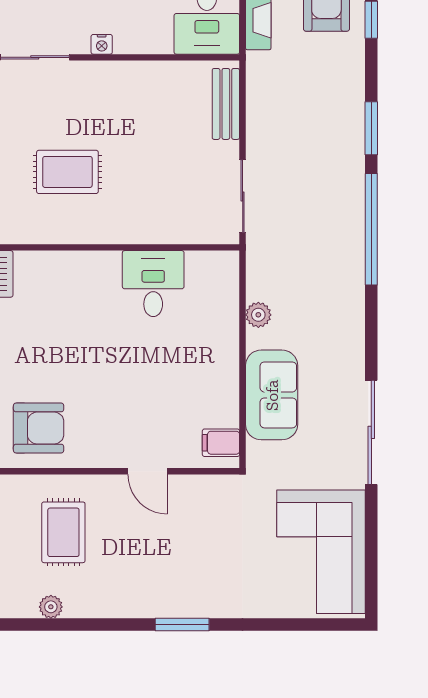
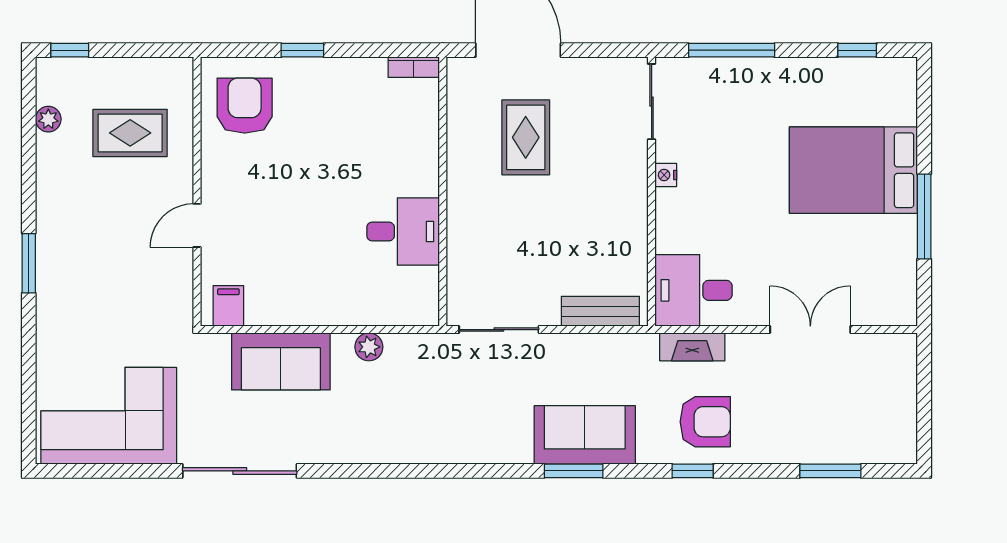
sofa: (339, 118) -> (585, 435), added
window: (371, 229) -> (463, 471), removed
armchair: (39, 428) -> (245, 106), turned 180

